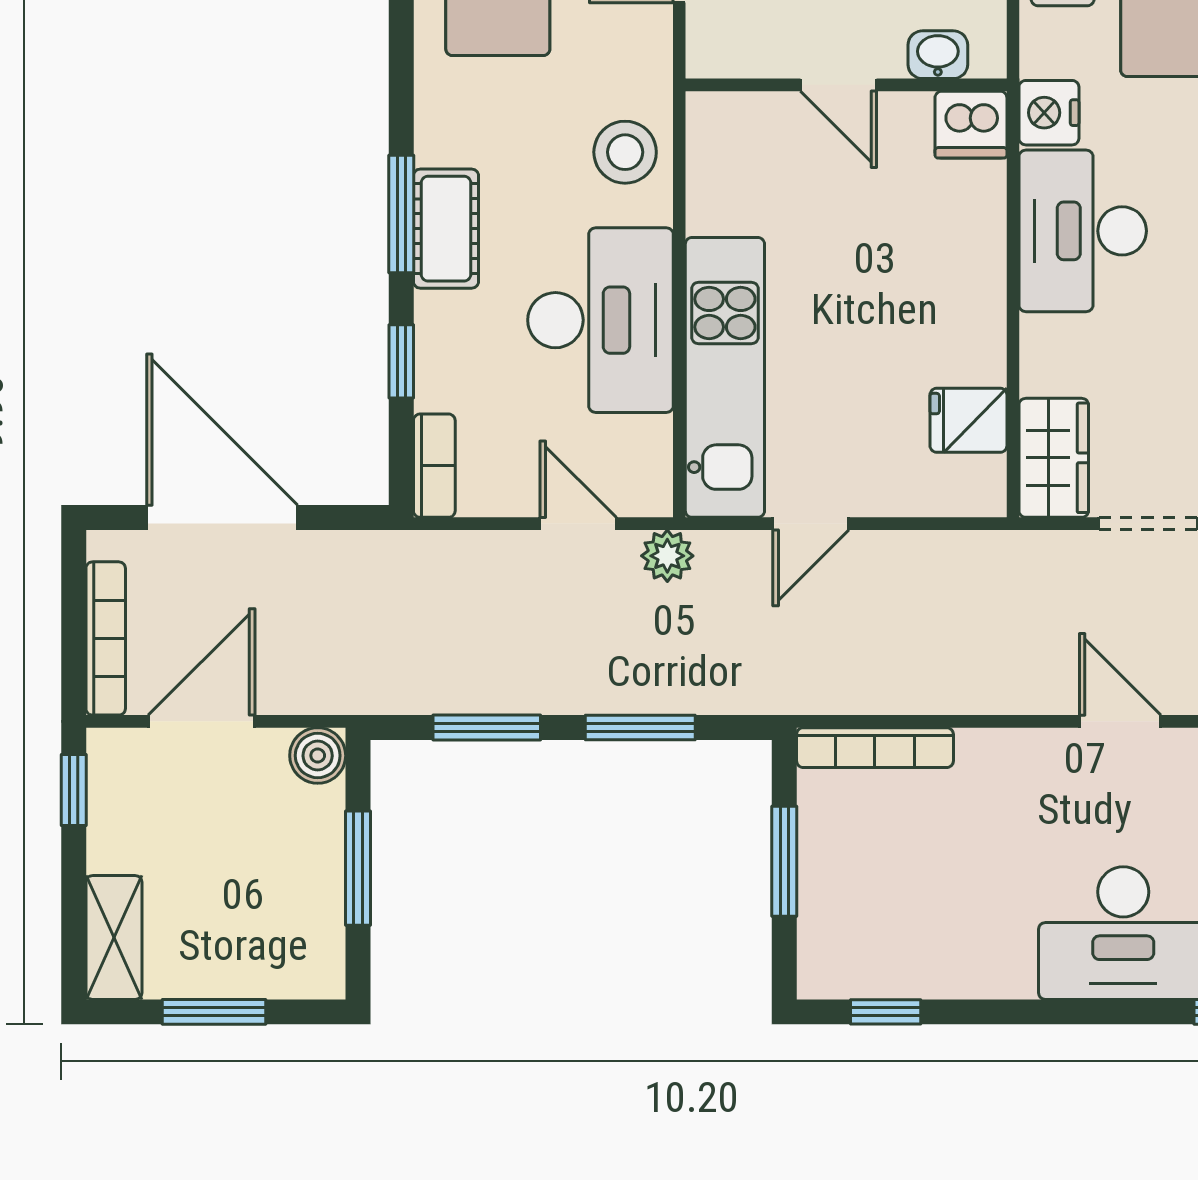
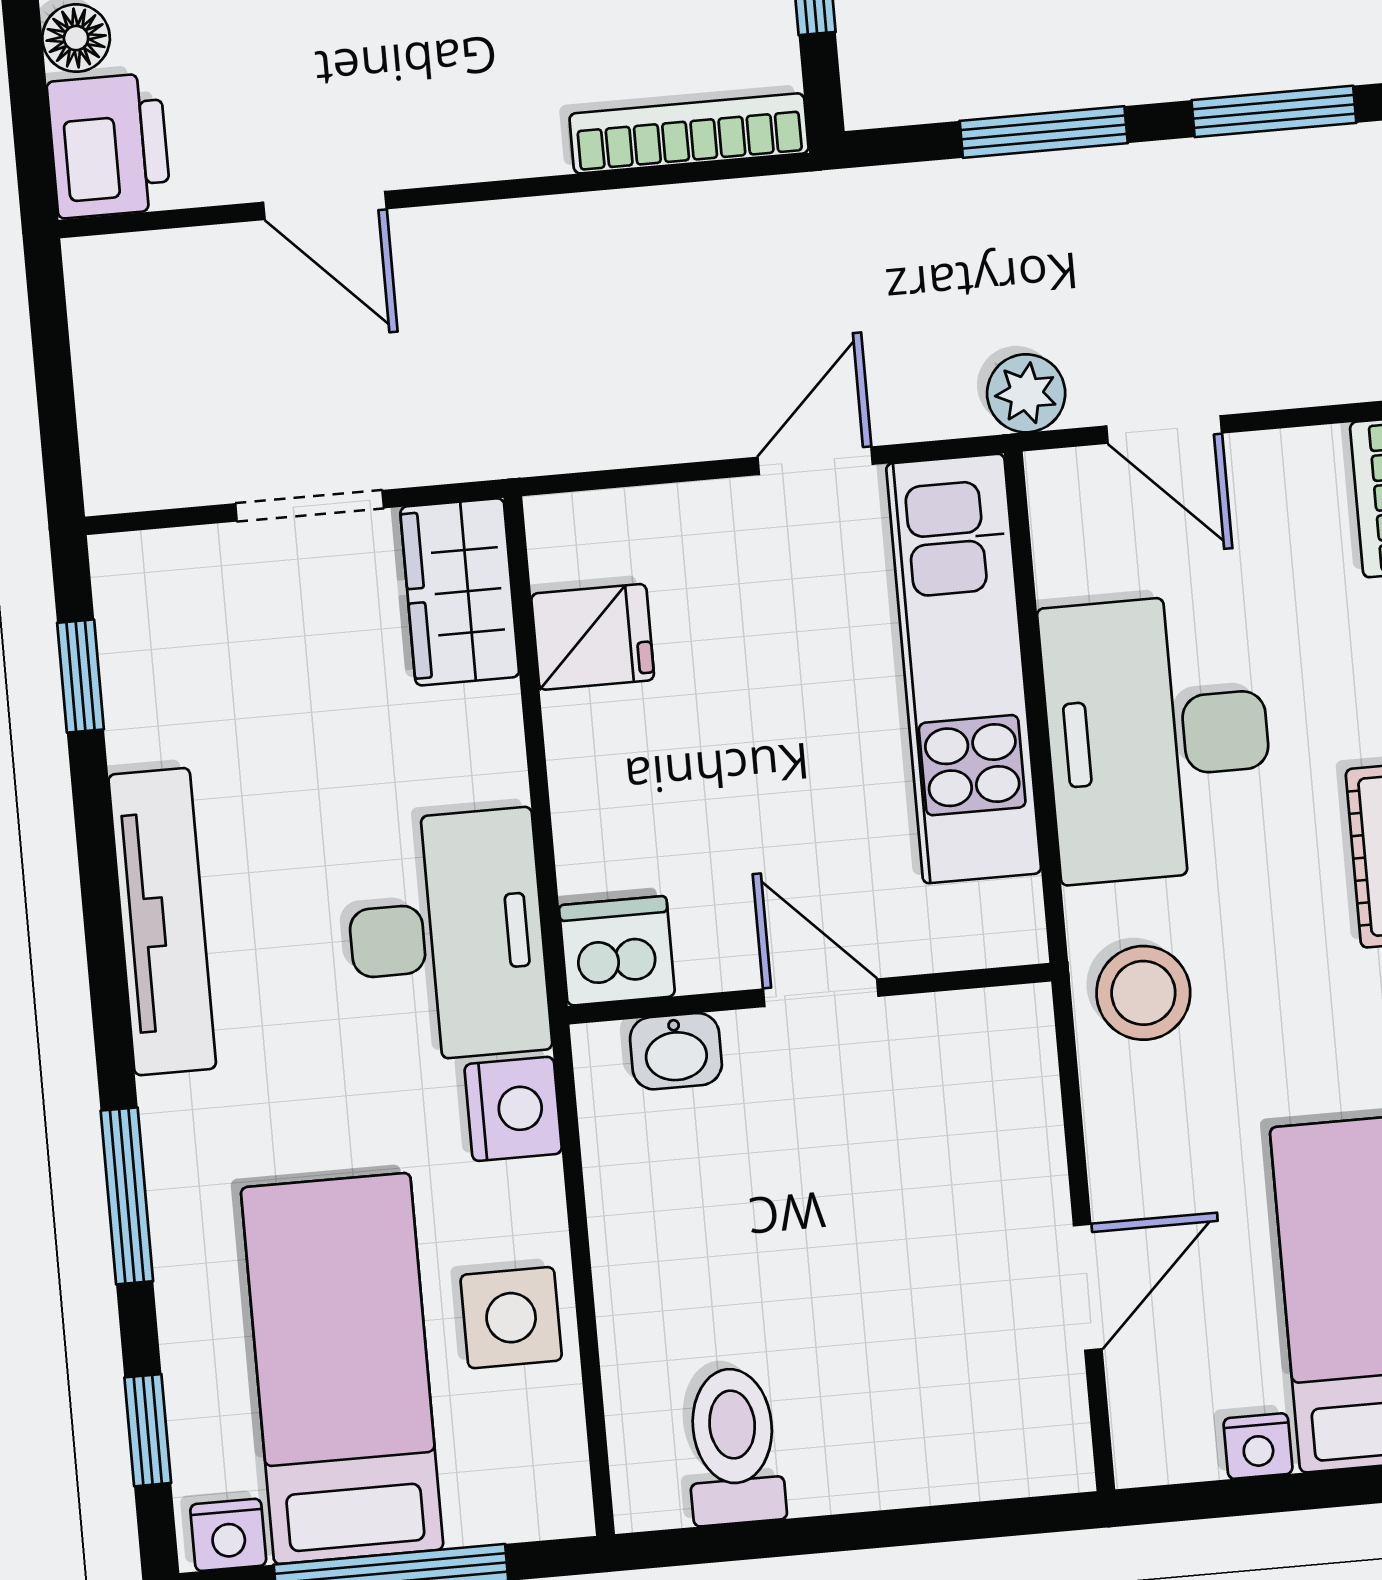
washbasin: (938, 55) -> (676, 1051), moved
door: (839, 85) -> (821, 993), moved
wall: (846, 85) -> (809, 994), moved
dishwasher: (971, 125) -> (617, 951), moved

